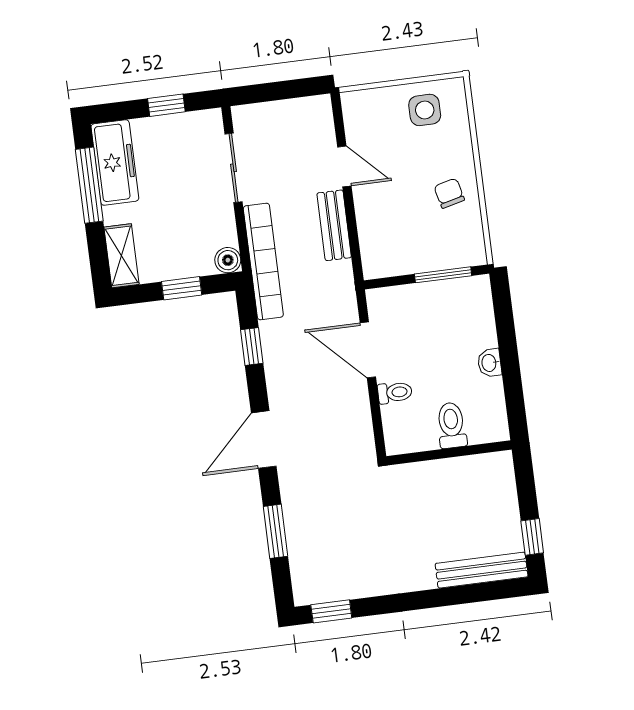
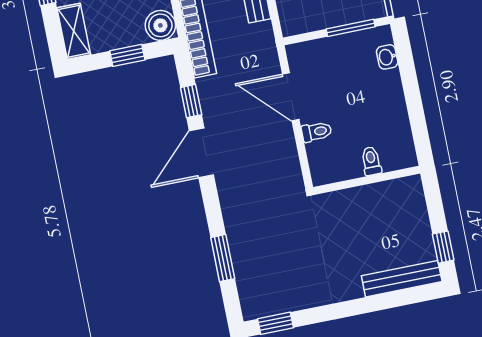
boiler: (228, 260) -> (160, 25), width x1.36, depth x1.36
washbasin: (490, 363) -> (387, 57), moved
toilet: (451, 425) -> (371, 161), width x0.73, depth x0.72
door: (264, 440) -> (201, 153), moved

